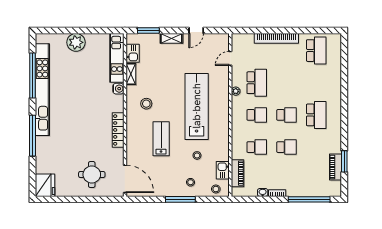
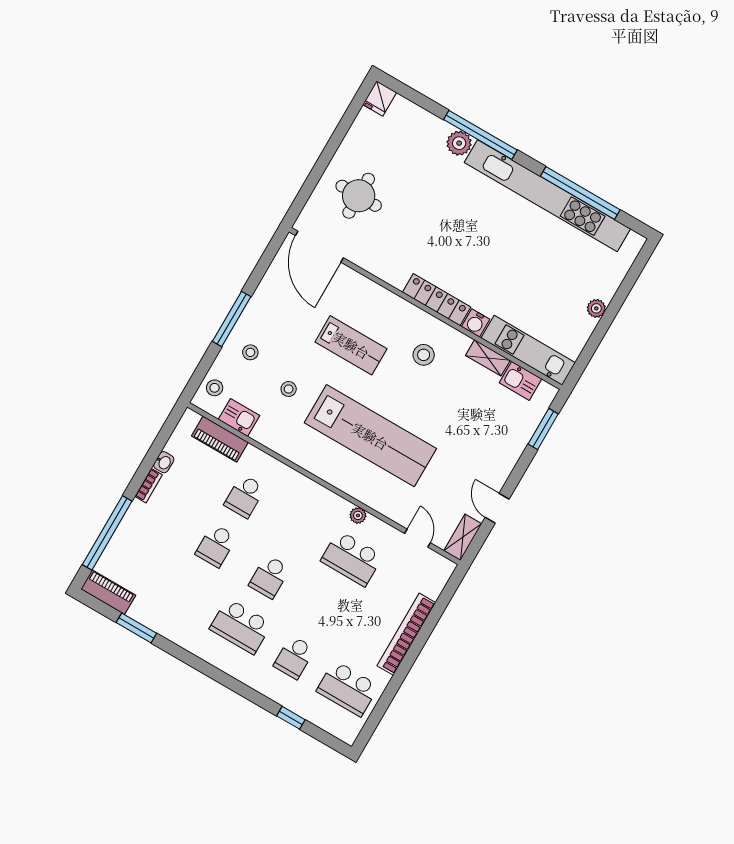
shelving: (171, 38) -> (463, 537), moved
plant: (76, 42) -> (596, 308), width x0.53, depth x0.53
window: (344, 68) -> (291, 718), added
school desk: (257, 115) -> (294, 657), moved
locker: (118, 130) -> (437, 300), moved
plant: (42, 143) -> (459, 143), added
piano: (336, 167) -> (108, 592), moved
door: (125, 179) -> (319, 247), hinge flipped
fridge: (45, 185) -> (380, 99), width x0.53, depth x0.75

